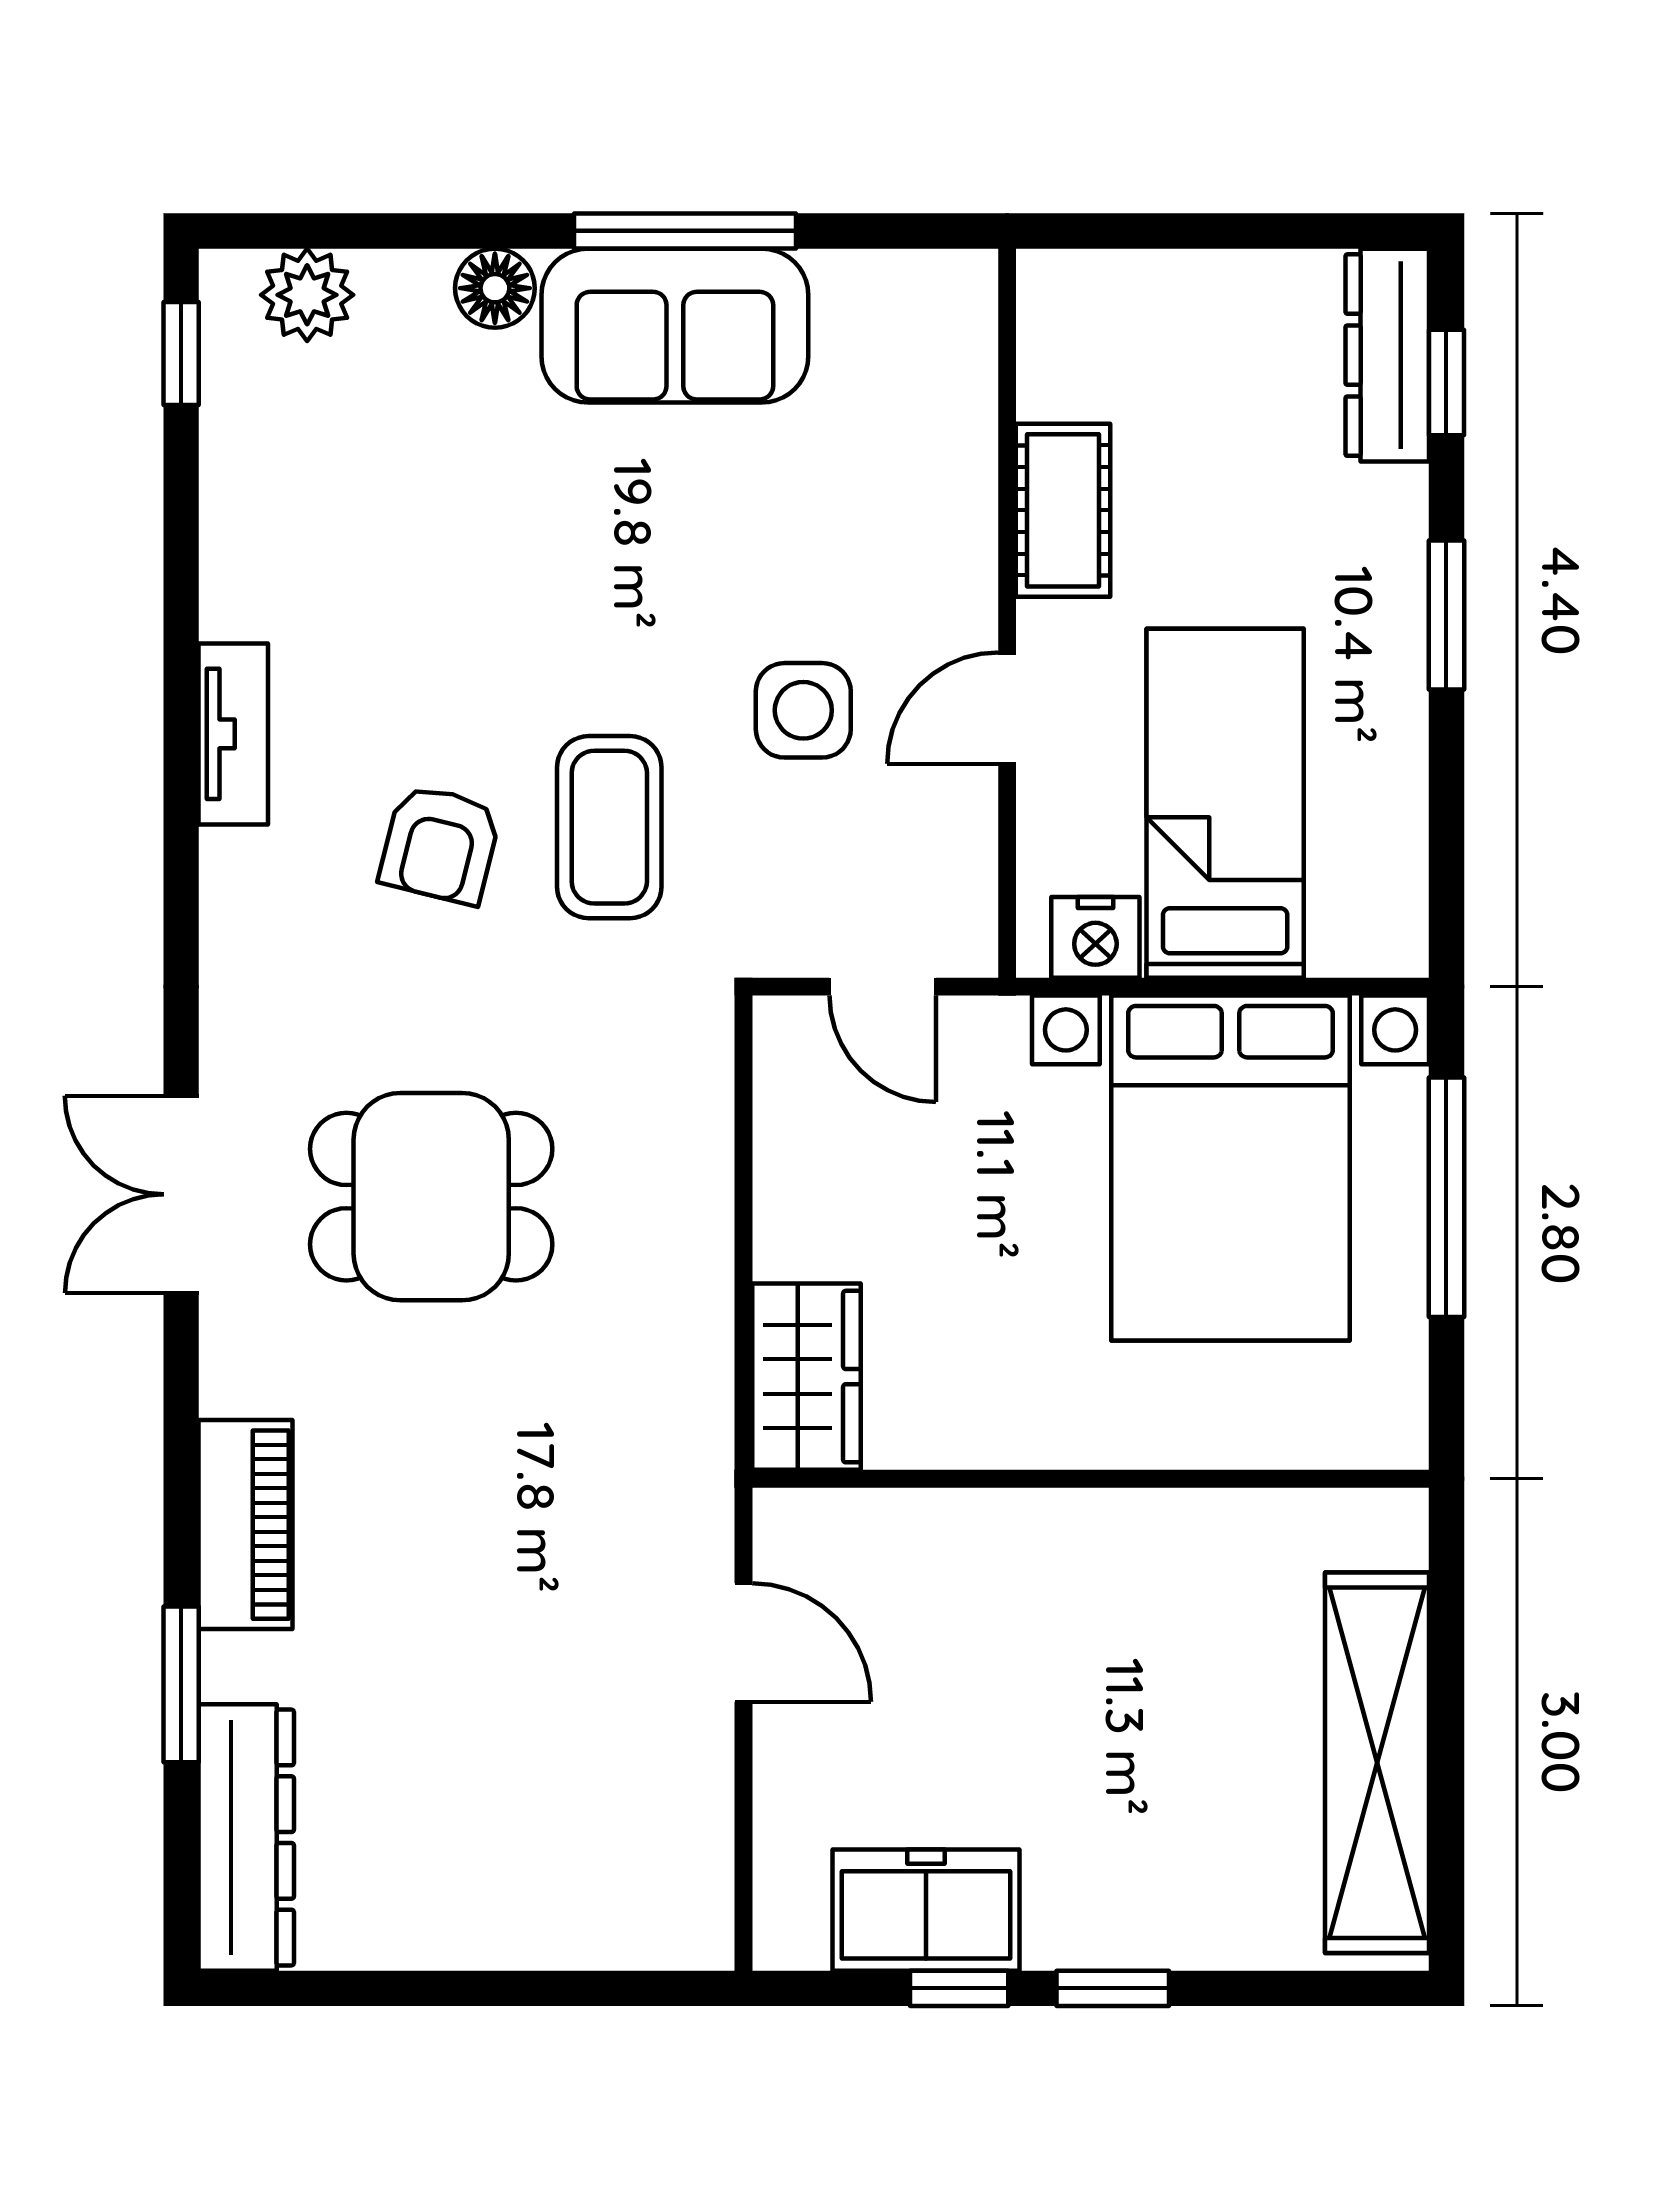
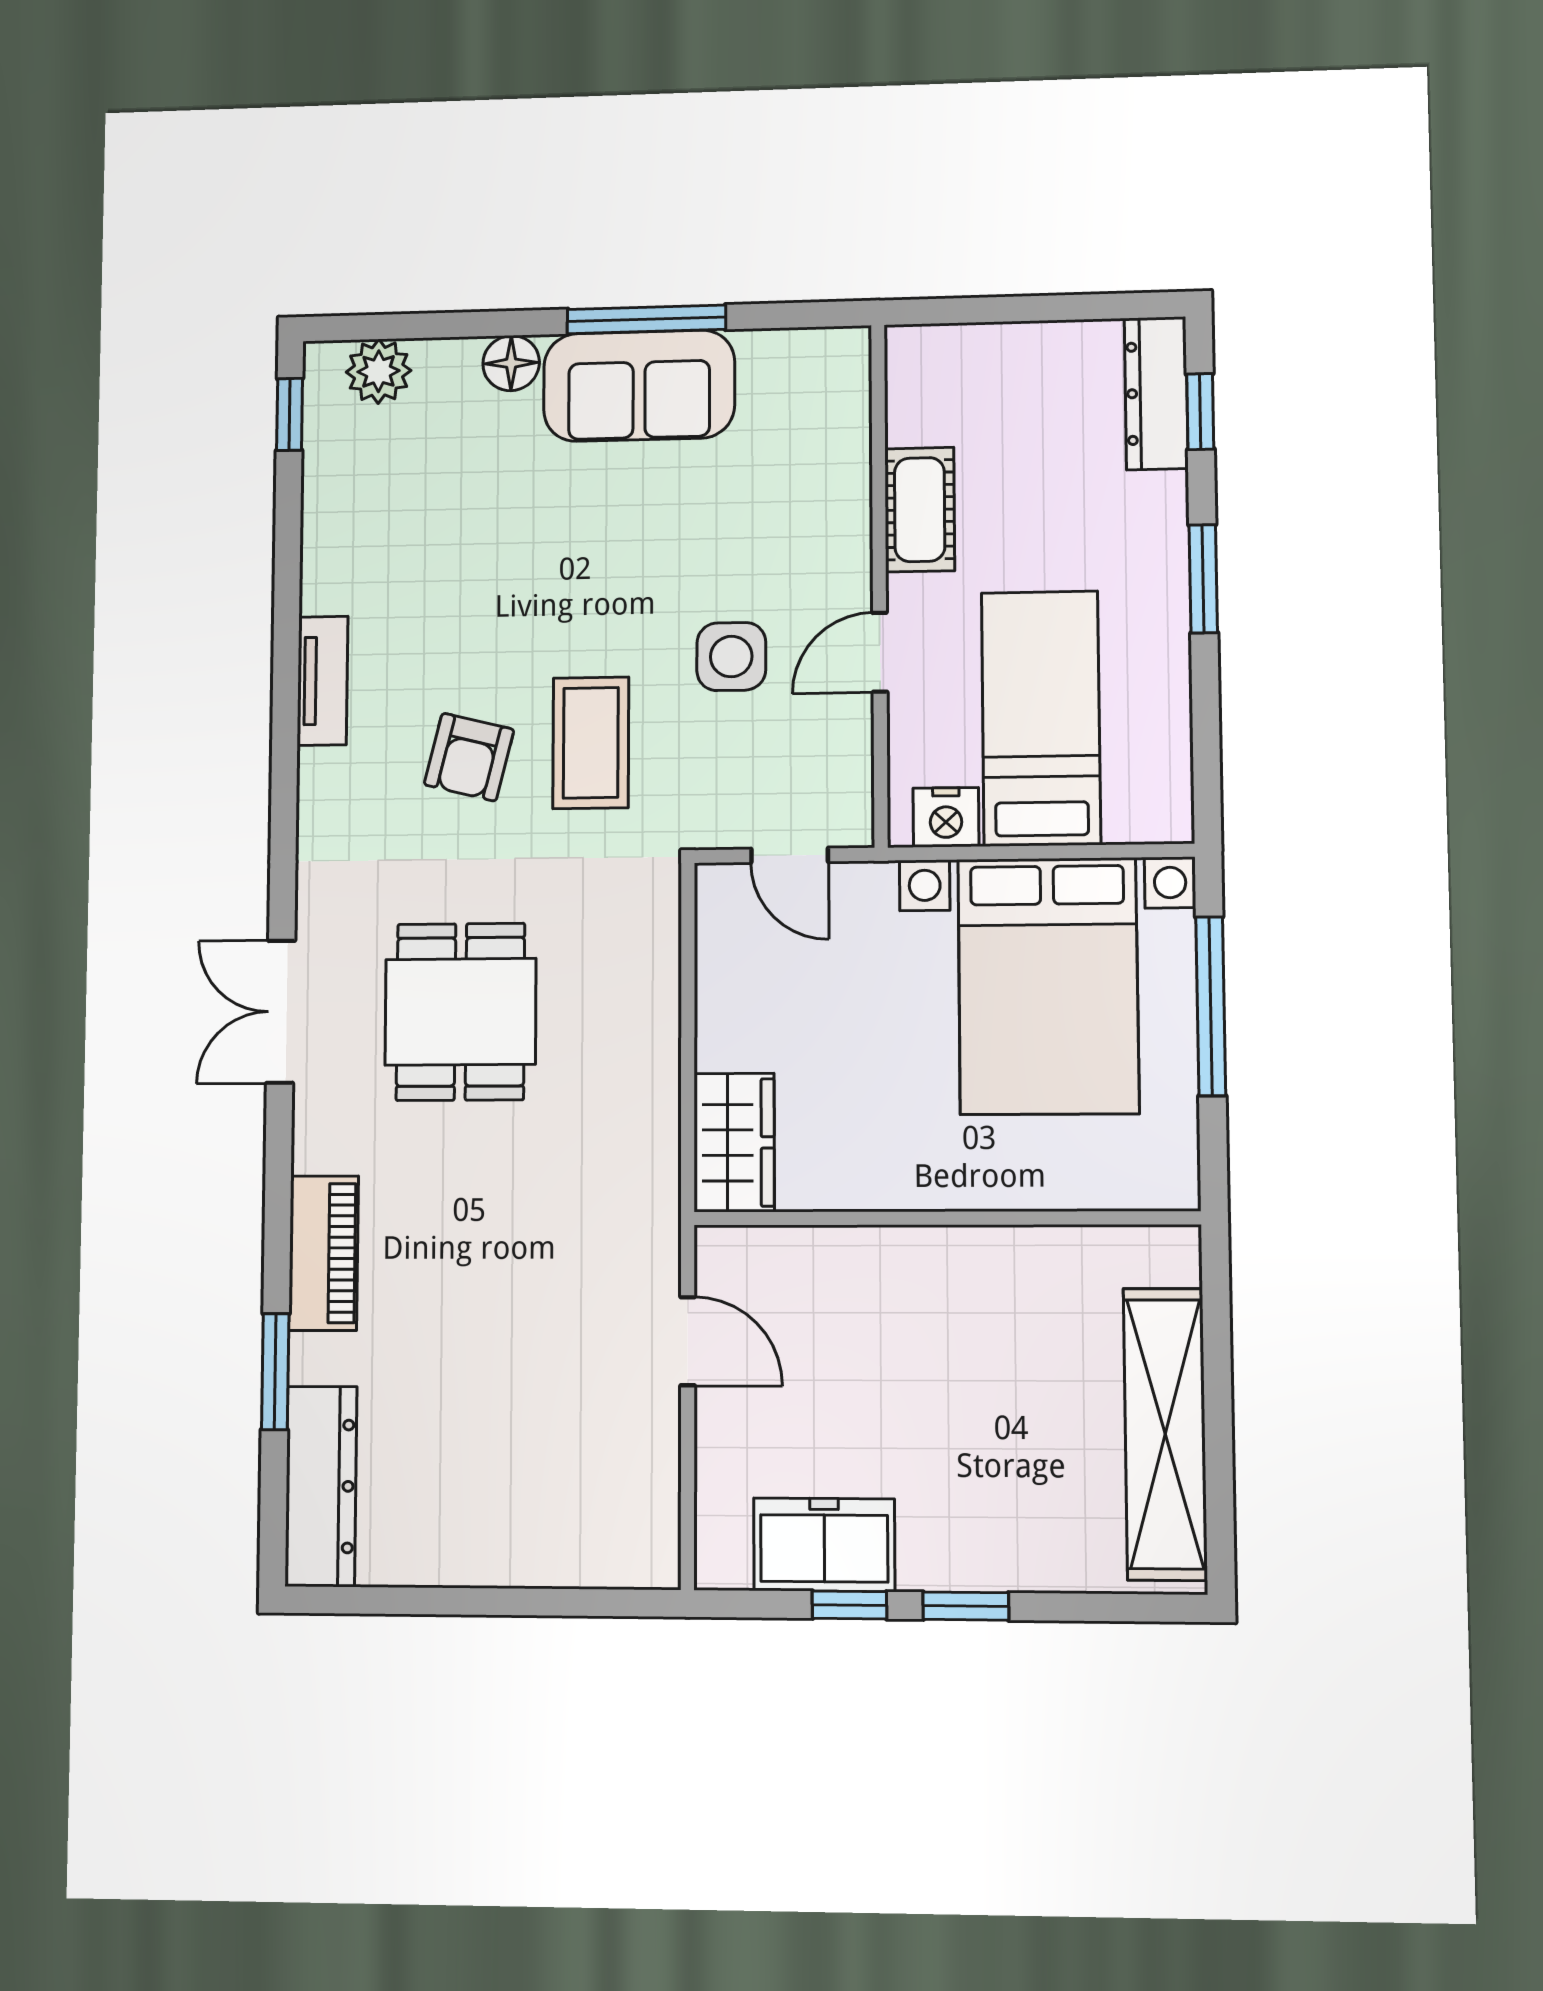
dining table: (431, 1197) -> (460, 1012), turned 90

